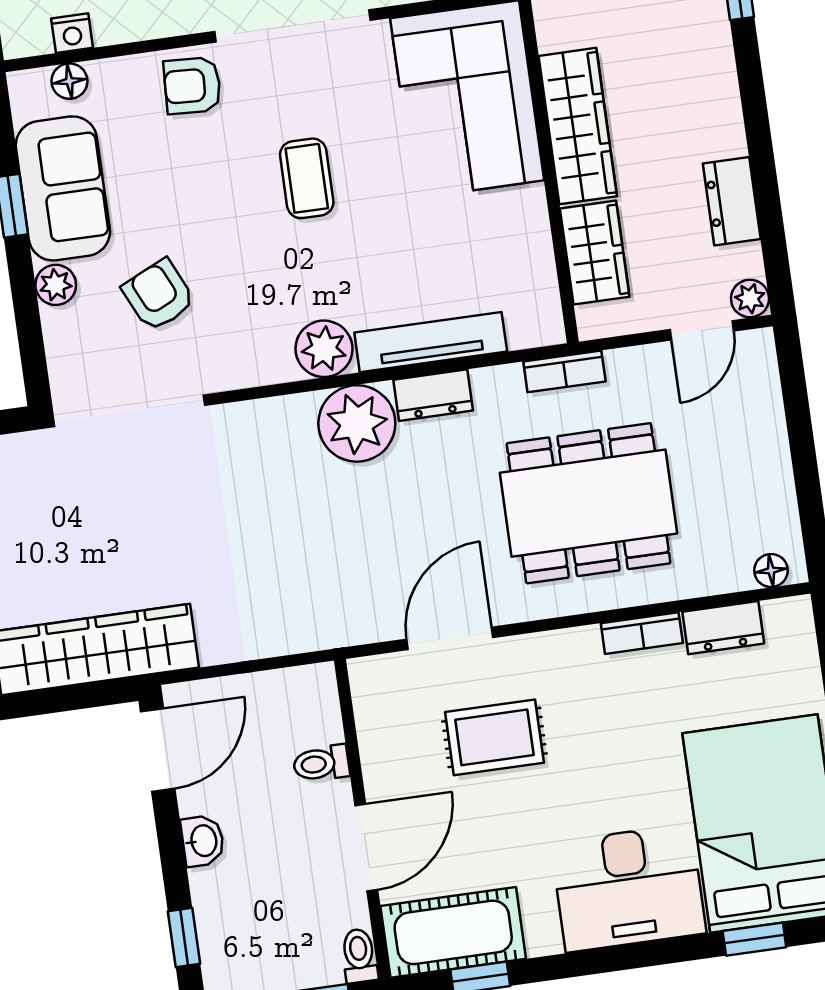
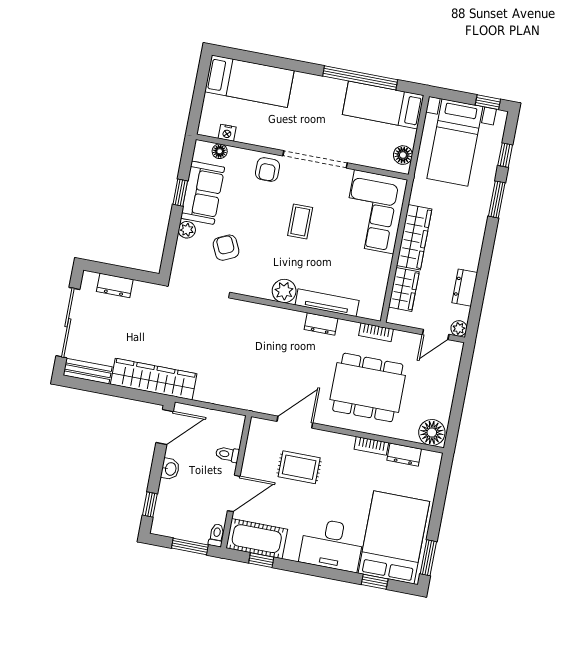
armchair: (192, 86) -> (267, 170), turned -93
plant: (357, 423) -> (287, 325), removed
floor lamp: (771, 570) -> (432, 433), width x1.89, depth x1.89

